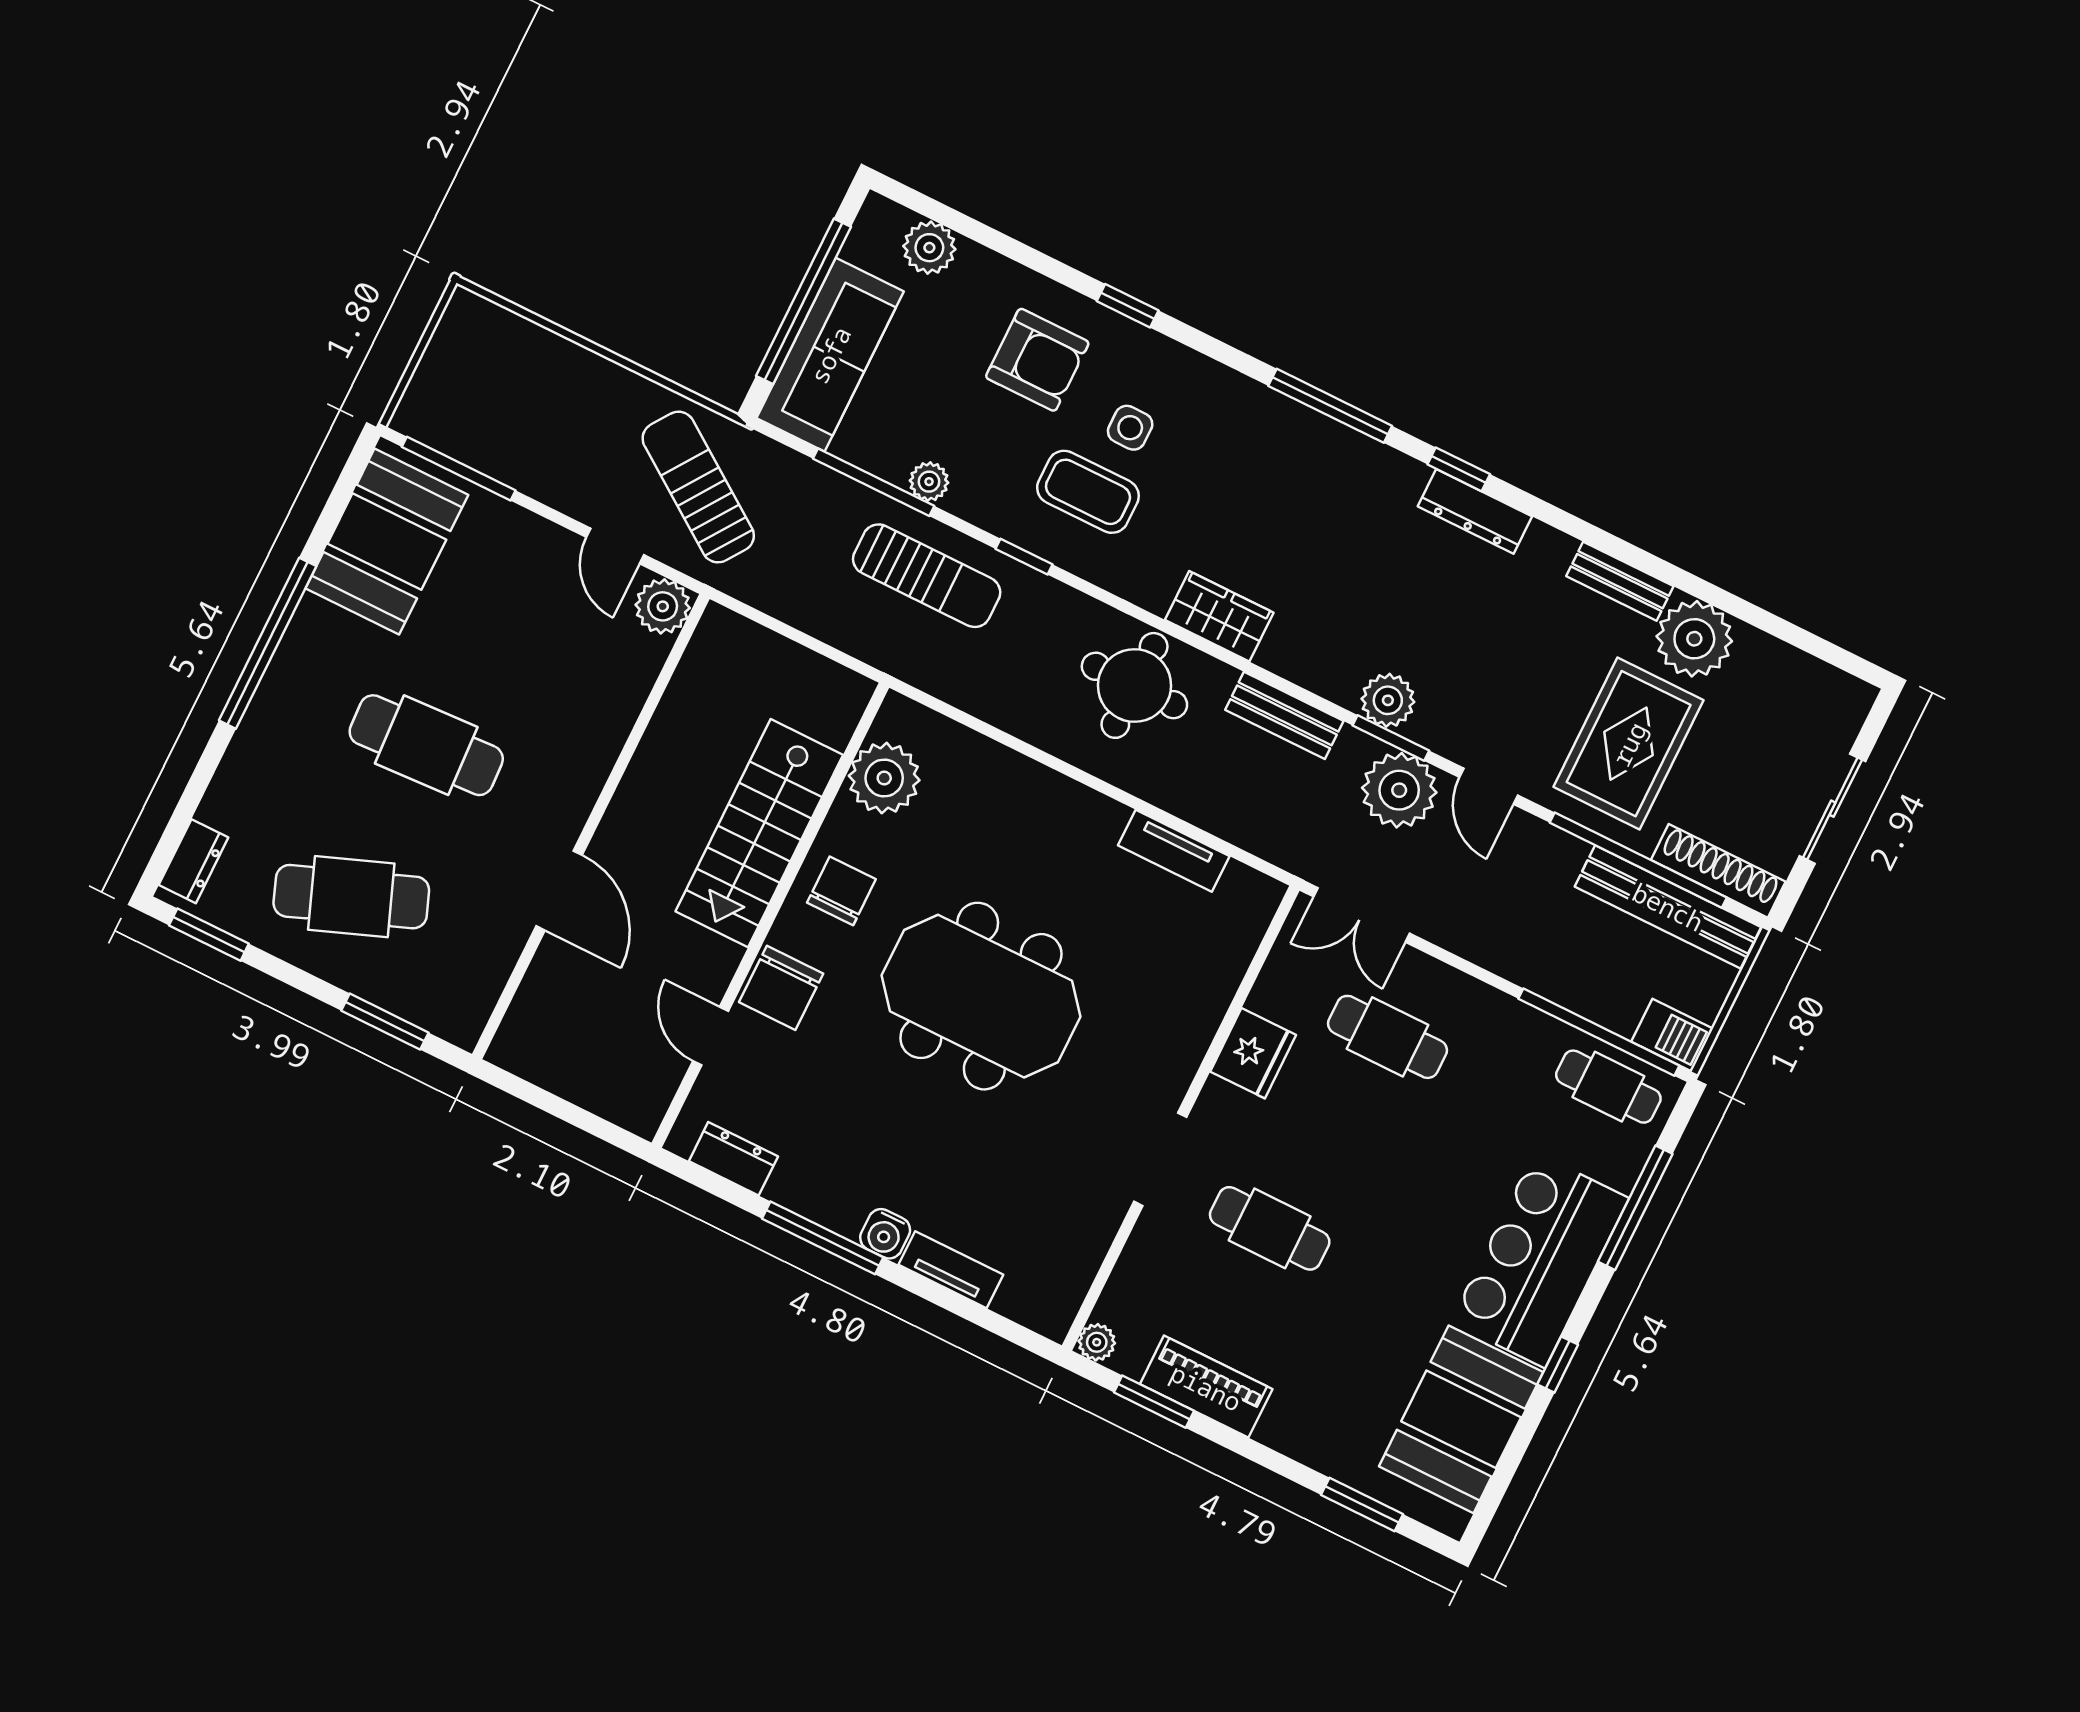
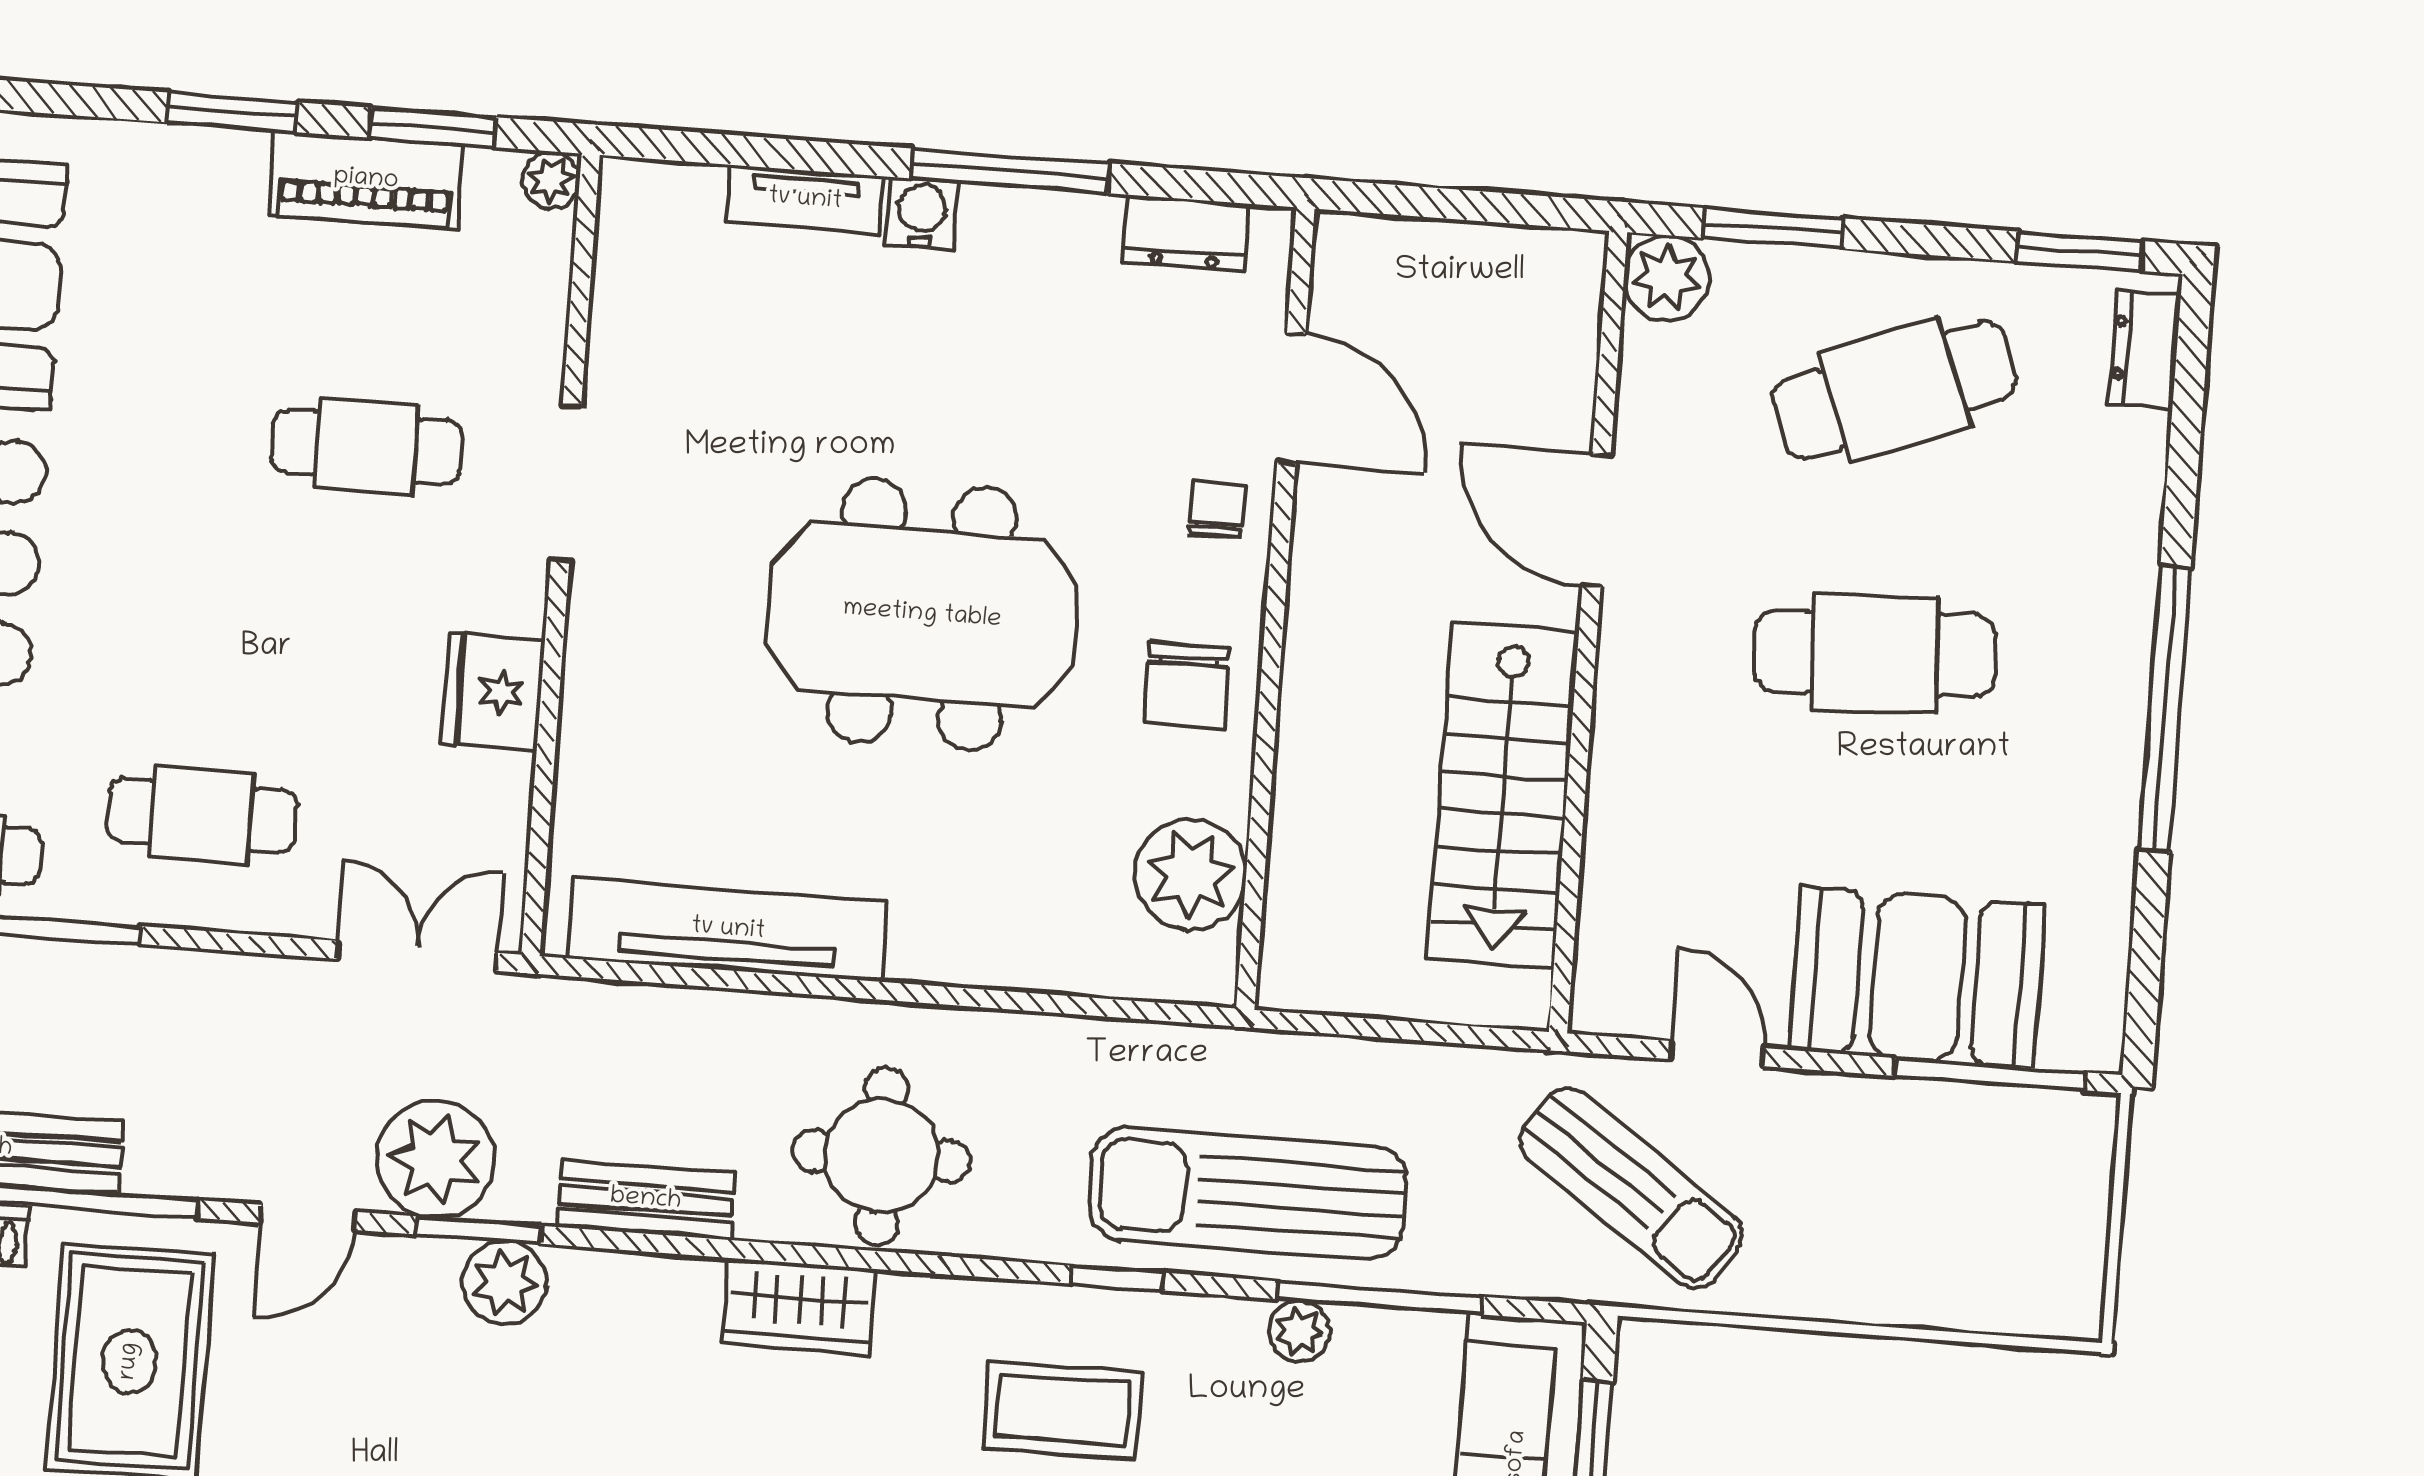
booth: (387, 542) -> (1917, 977), moved, turned 90
sun lounger: (927, 576) -> (1248, 1193), width x1.36, depth x1.34
plant: (663, 606) -> (1667, 278), moved
door: (1489, 786) -> (308, 1217), swing flipped
stairs: (759, 833) -> (1503, 795), moved, turned 180
tv unit: (1174, 851) -> (728, 930), width x1.92, depth x1.29
chair: (781, 988) -> (1217, 509), width x0.54, depth x0.54
door: (711, 1036) -> (1291, 398), width x1.38
cafe table: (1387, 1037) -> (202, 816), moved
window: (1362, 1504) -> (232, 112), moved

